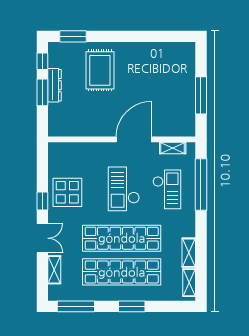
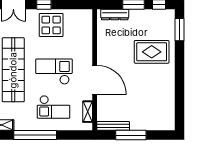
dresser: (55, 85) -> (115, 14), moved
bench: (190, 117) -> (113, 126), added
window: (201, 185) -> (35, 135), moved

